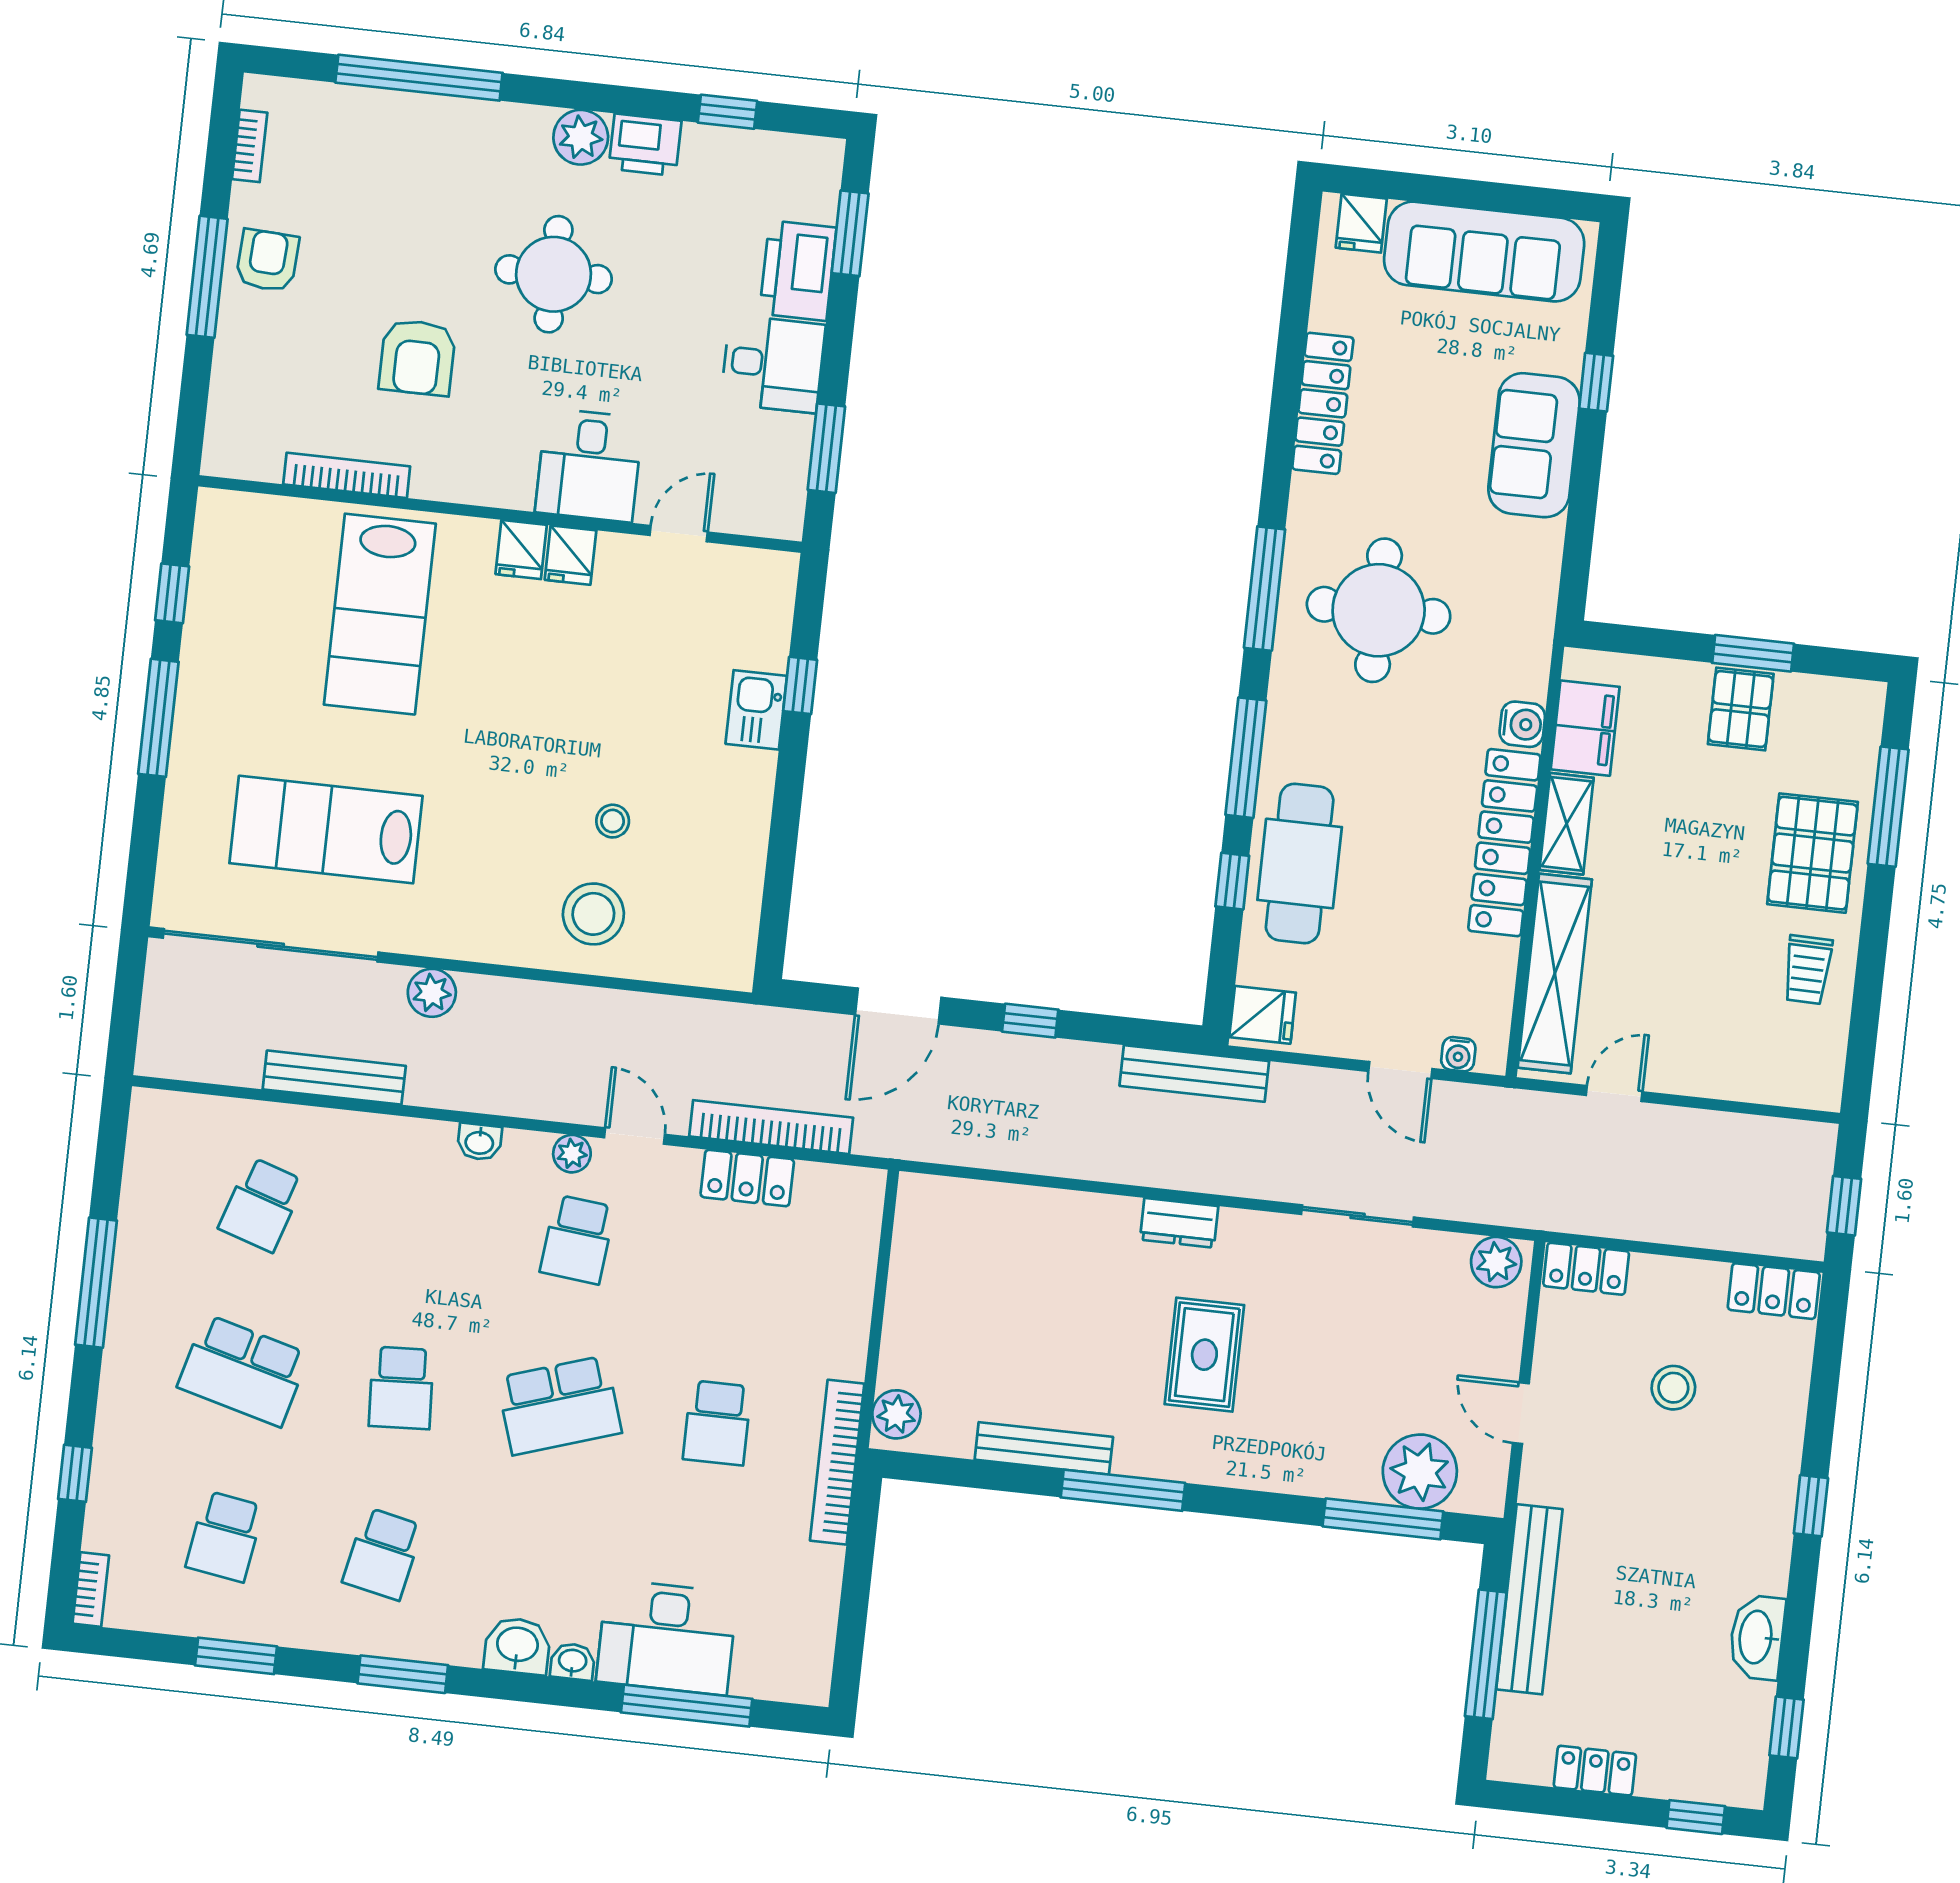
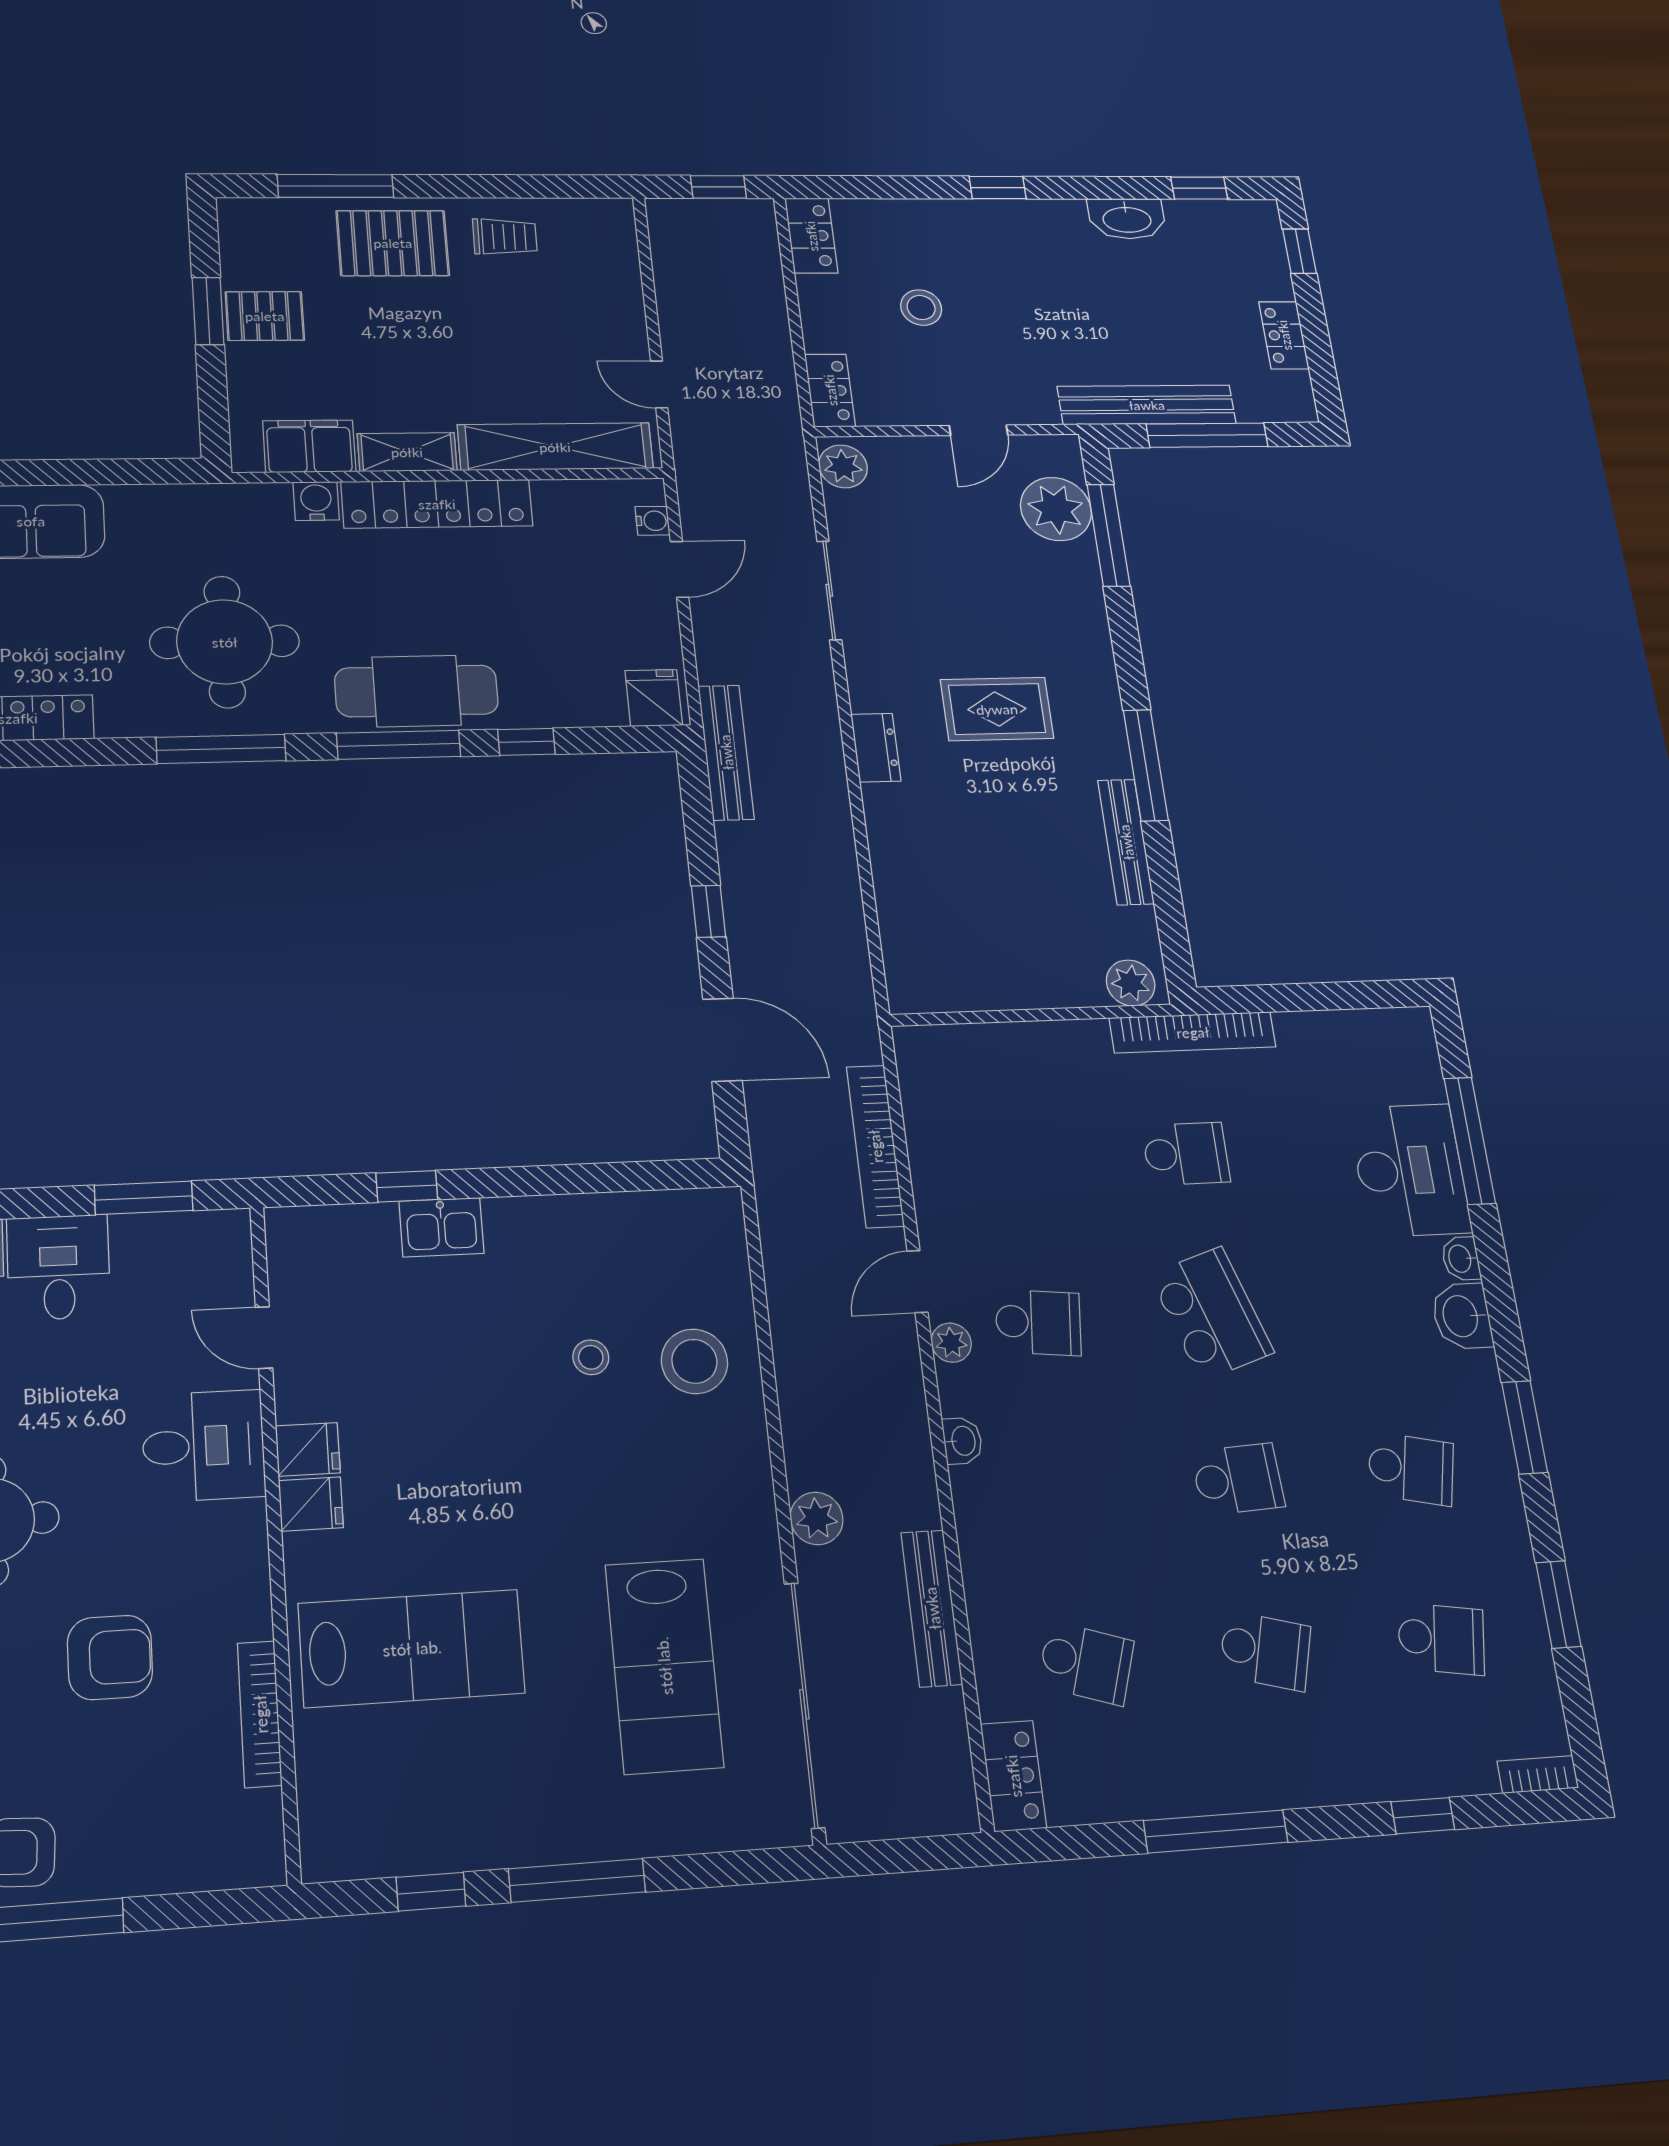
cafe table: (1300, 863) -> (416, 691), moved
locker: (747, 1178) -> (1013, 1776), moved
school desk: (243, 1371) -> (1265, 1651), width x0.54

